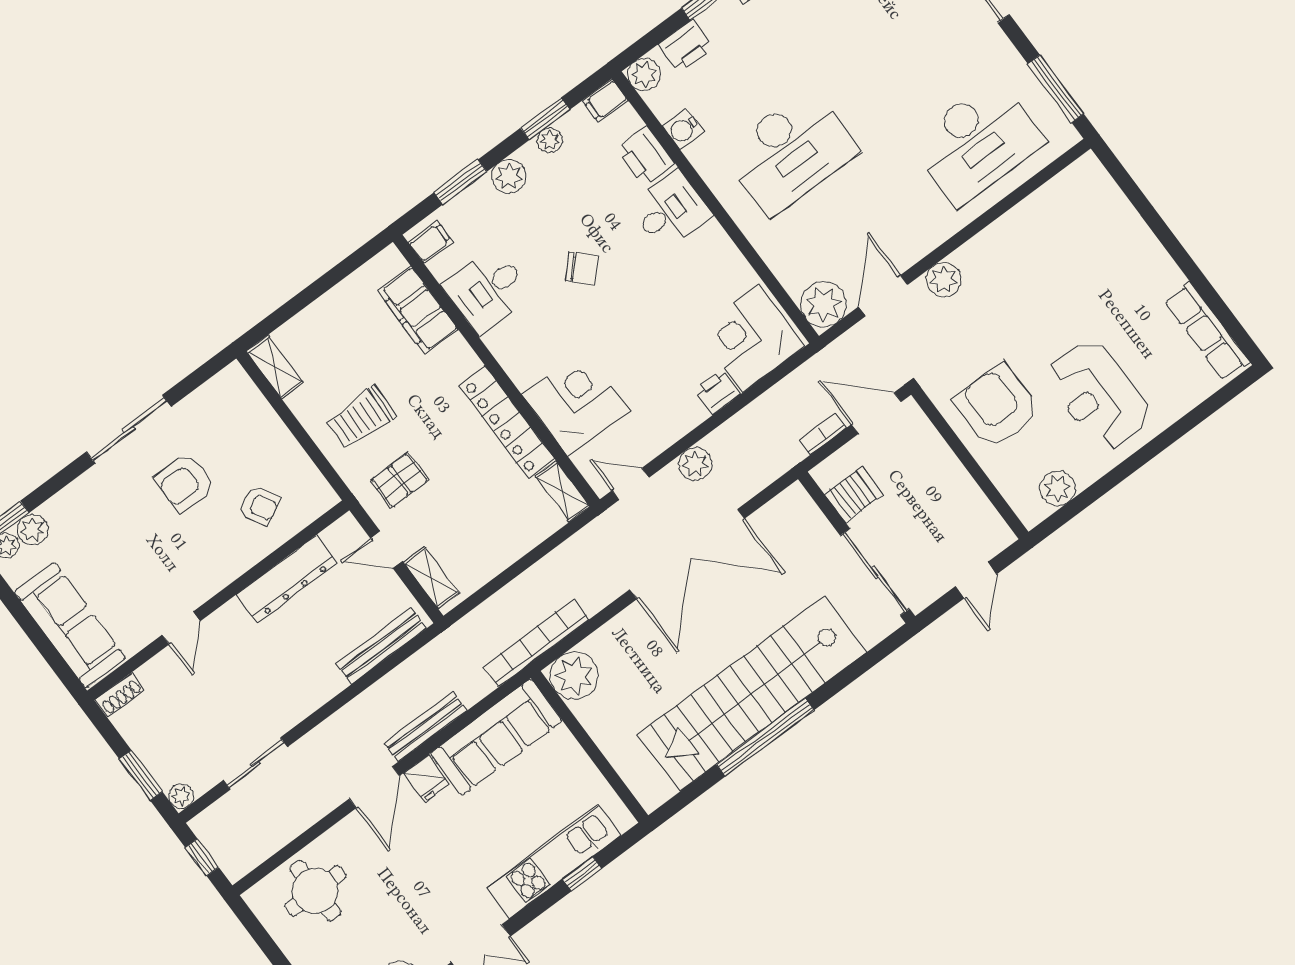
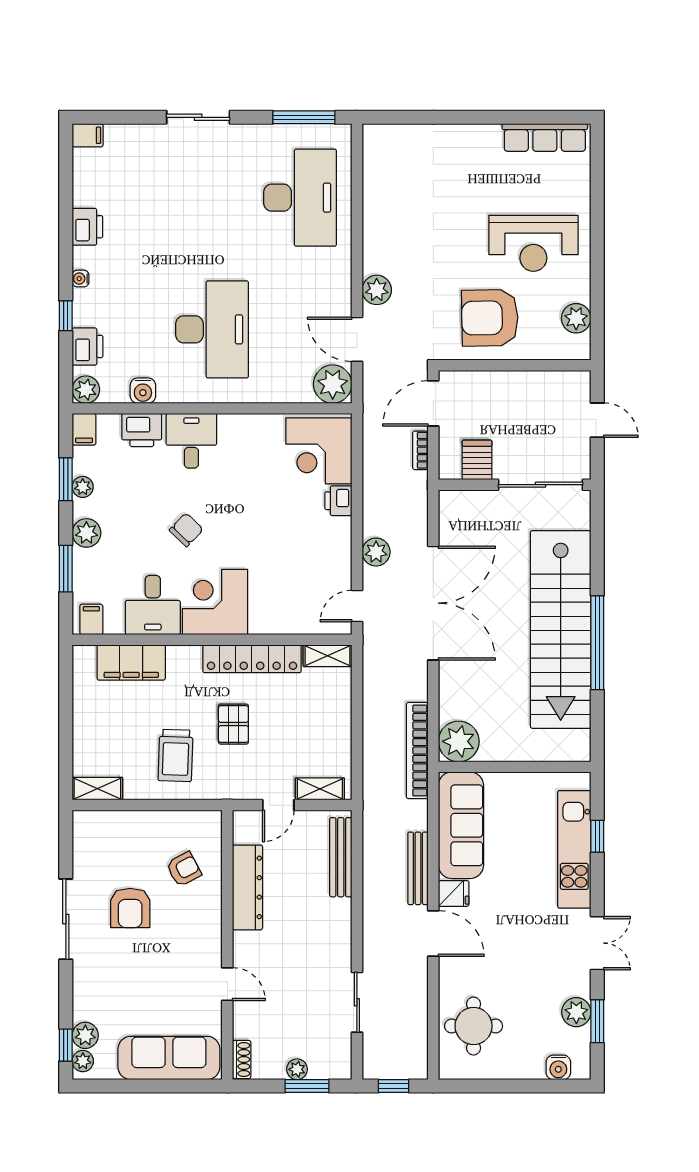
corner desk: (576, 403) -> (215, 602), moved
pallet: (400, 480) -> (233, 724), moved
plant: (181, 796) -> (297, 1069), moved

